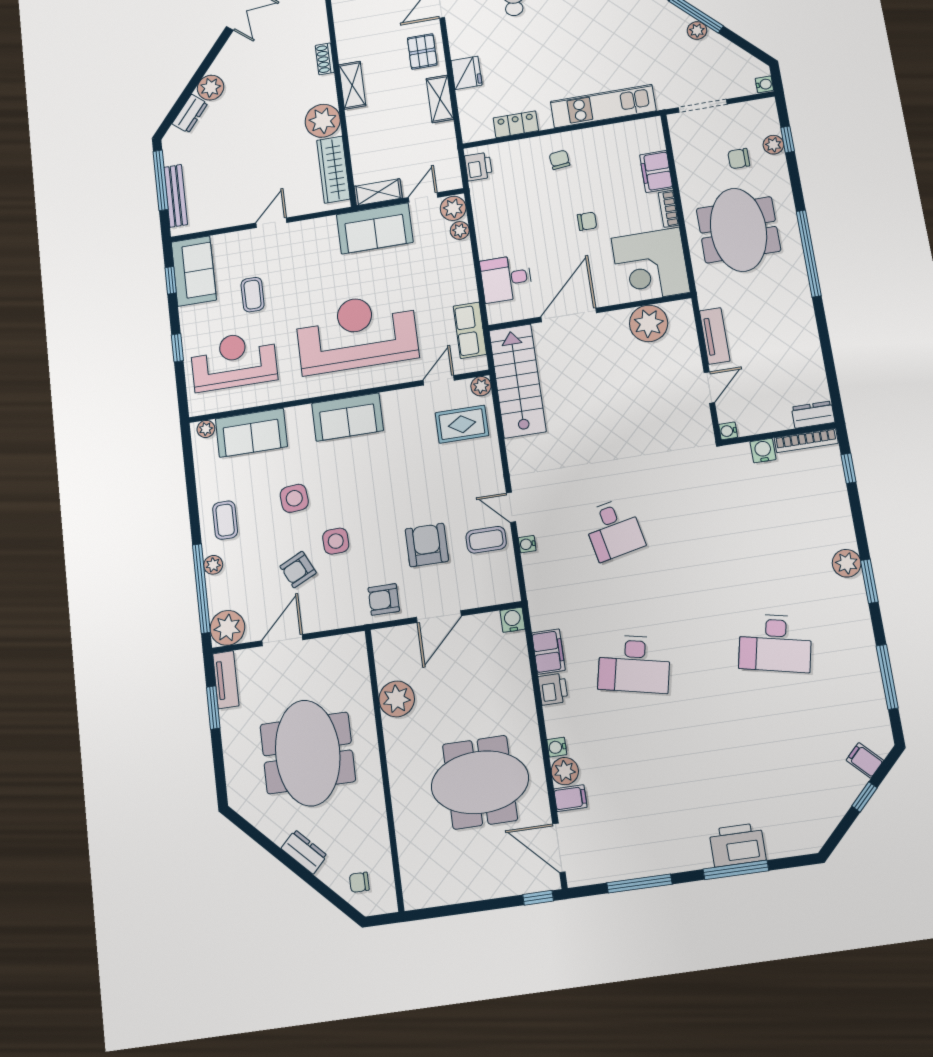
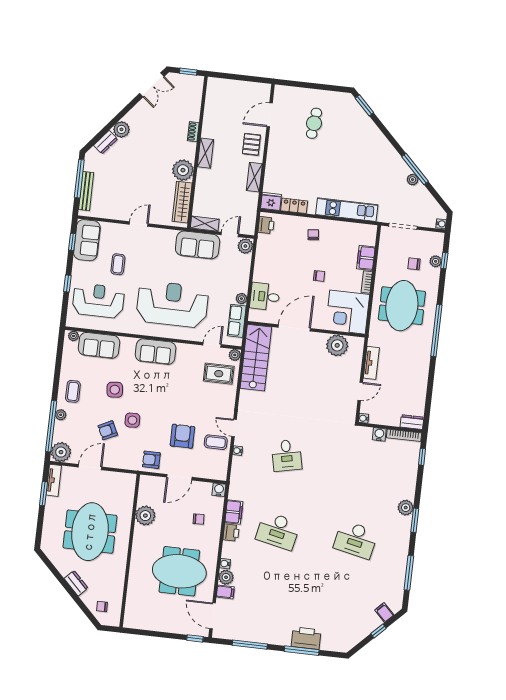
fridge: (466, 73) -> (271, 201), moved, turned -90
plant: (460, 230) -> (241, 299), moved
chair: (490, 680) -> (199, 519), added

